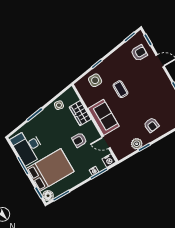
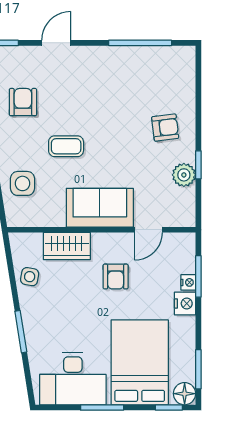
armchair: (139, 53) -> (23, 102), moved
nightstand: (109, 161) -> (185, 303), moved

